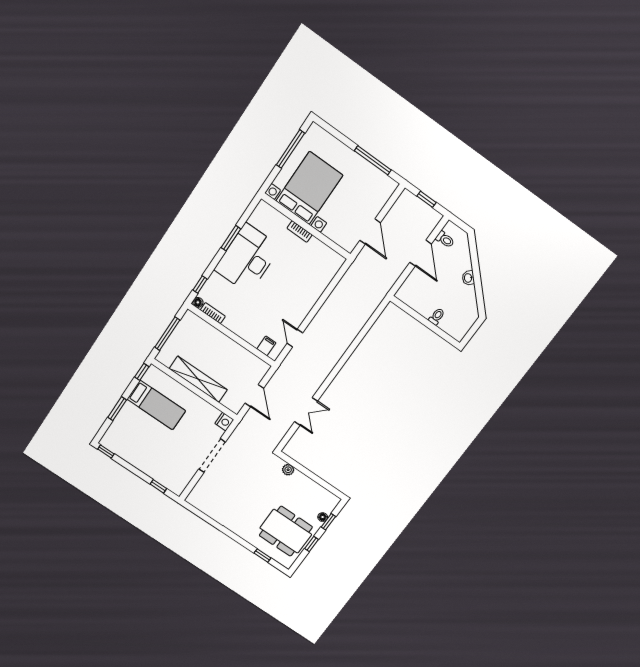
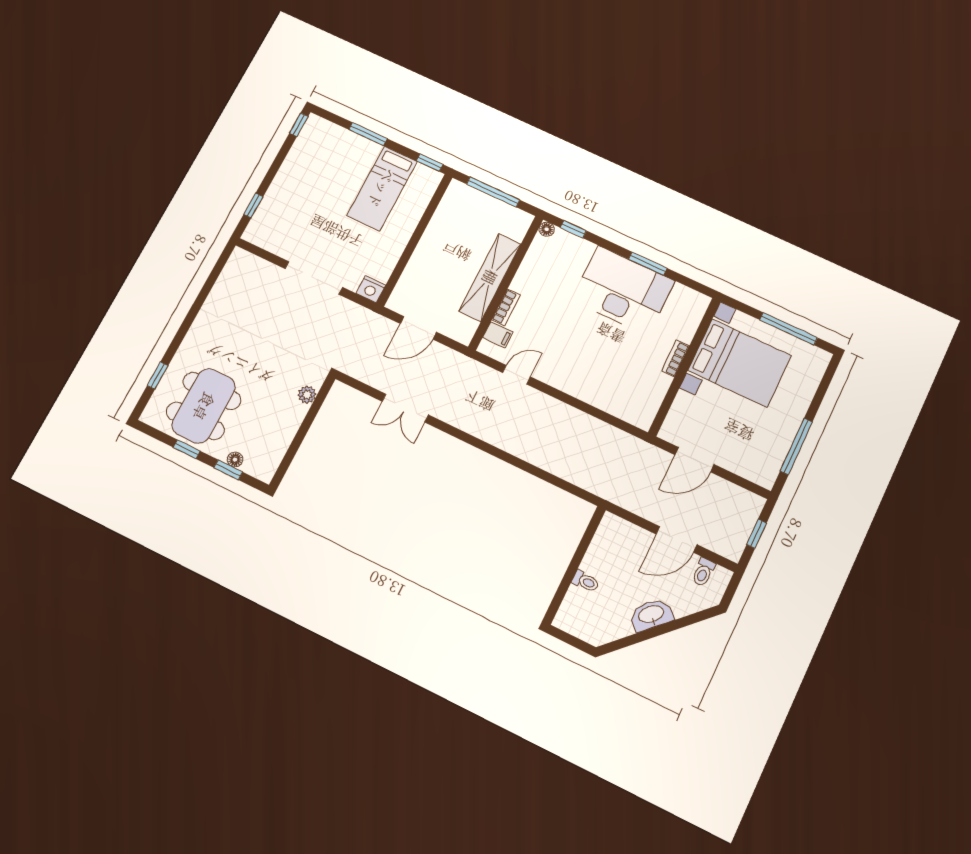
washbasin: (468, 278) -> (651, 615), width x1.91, depth x1.45
bookcase: (213, 313) -> (506, 307), moved
shelving: (198, 379) -> (490, 277), moved

